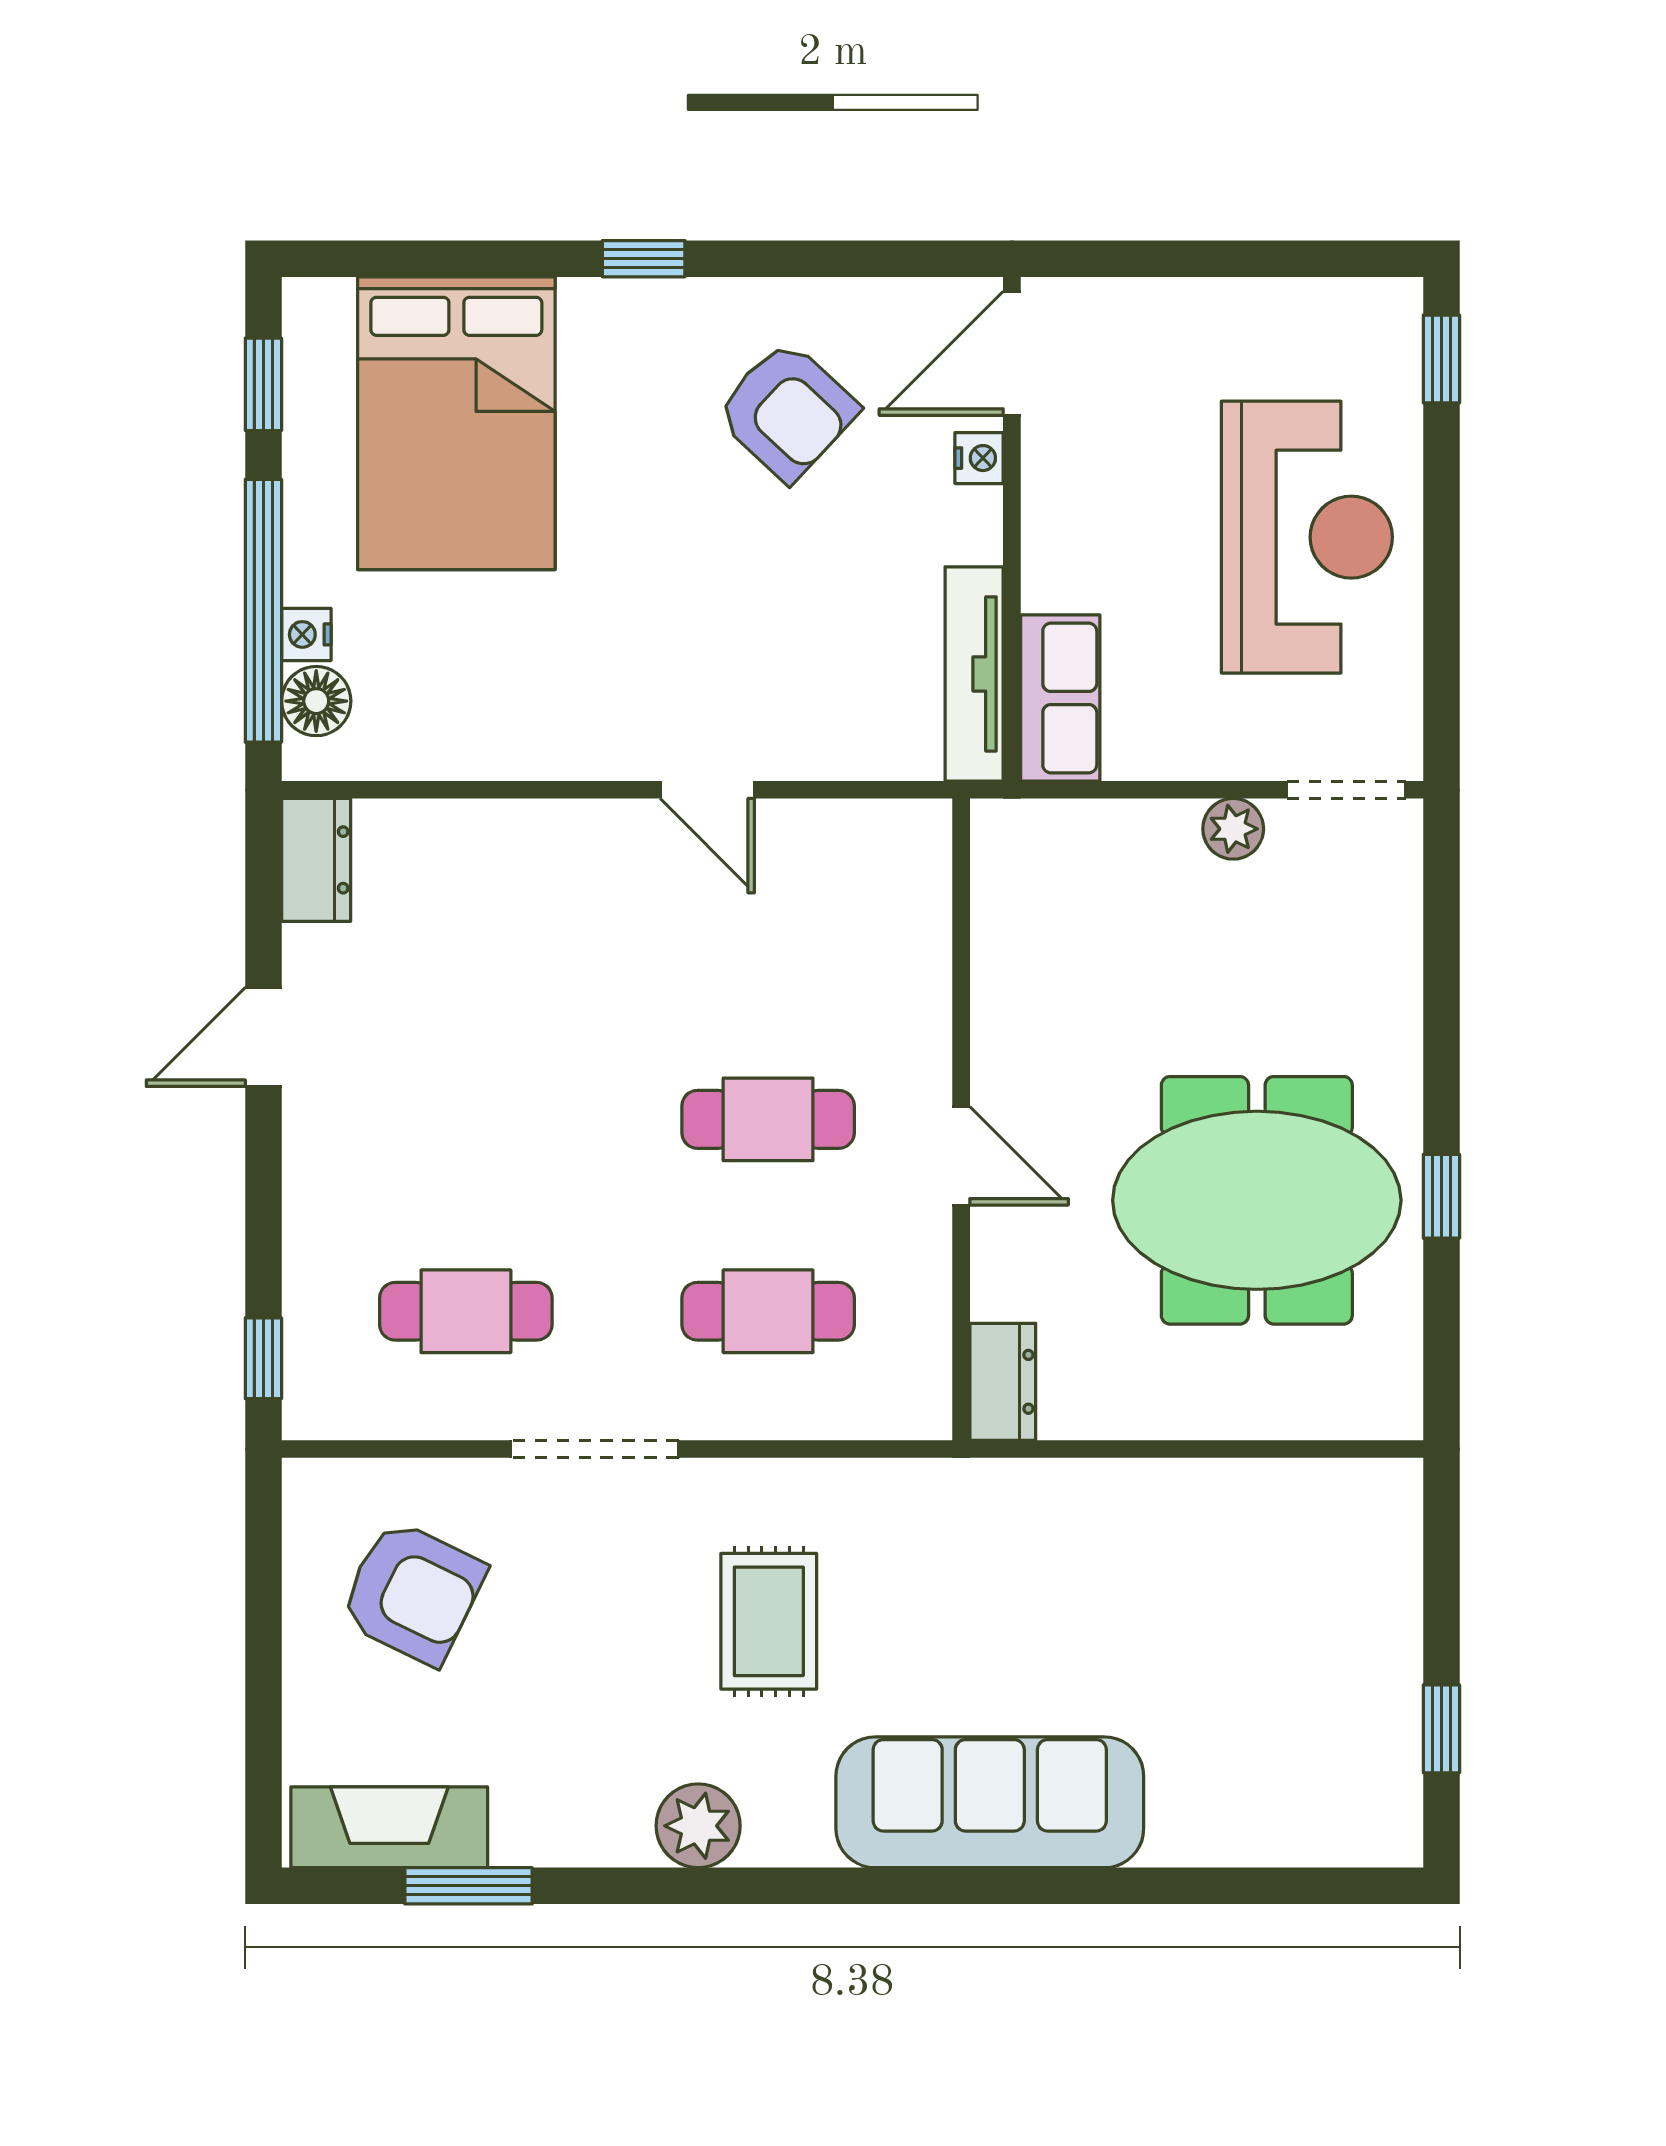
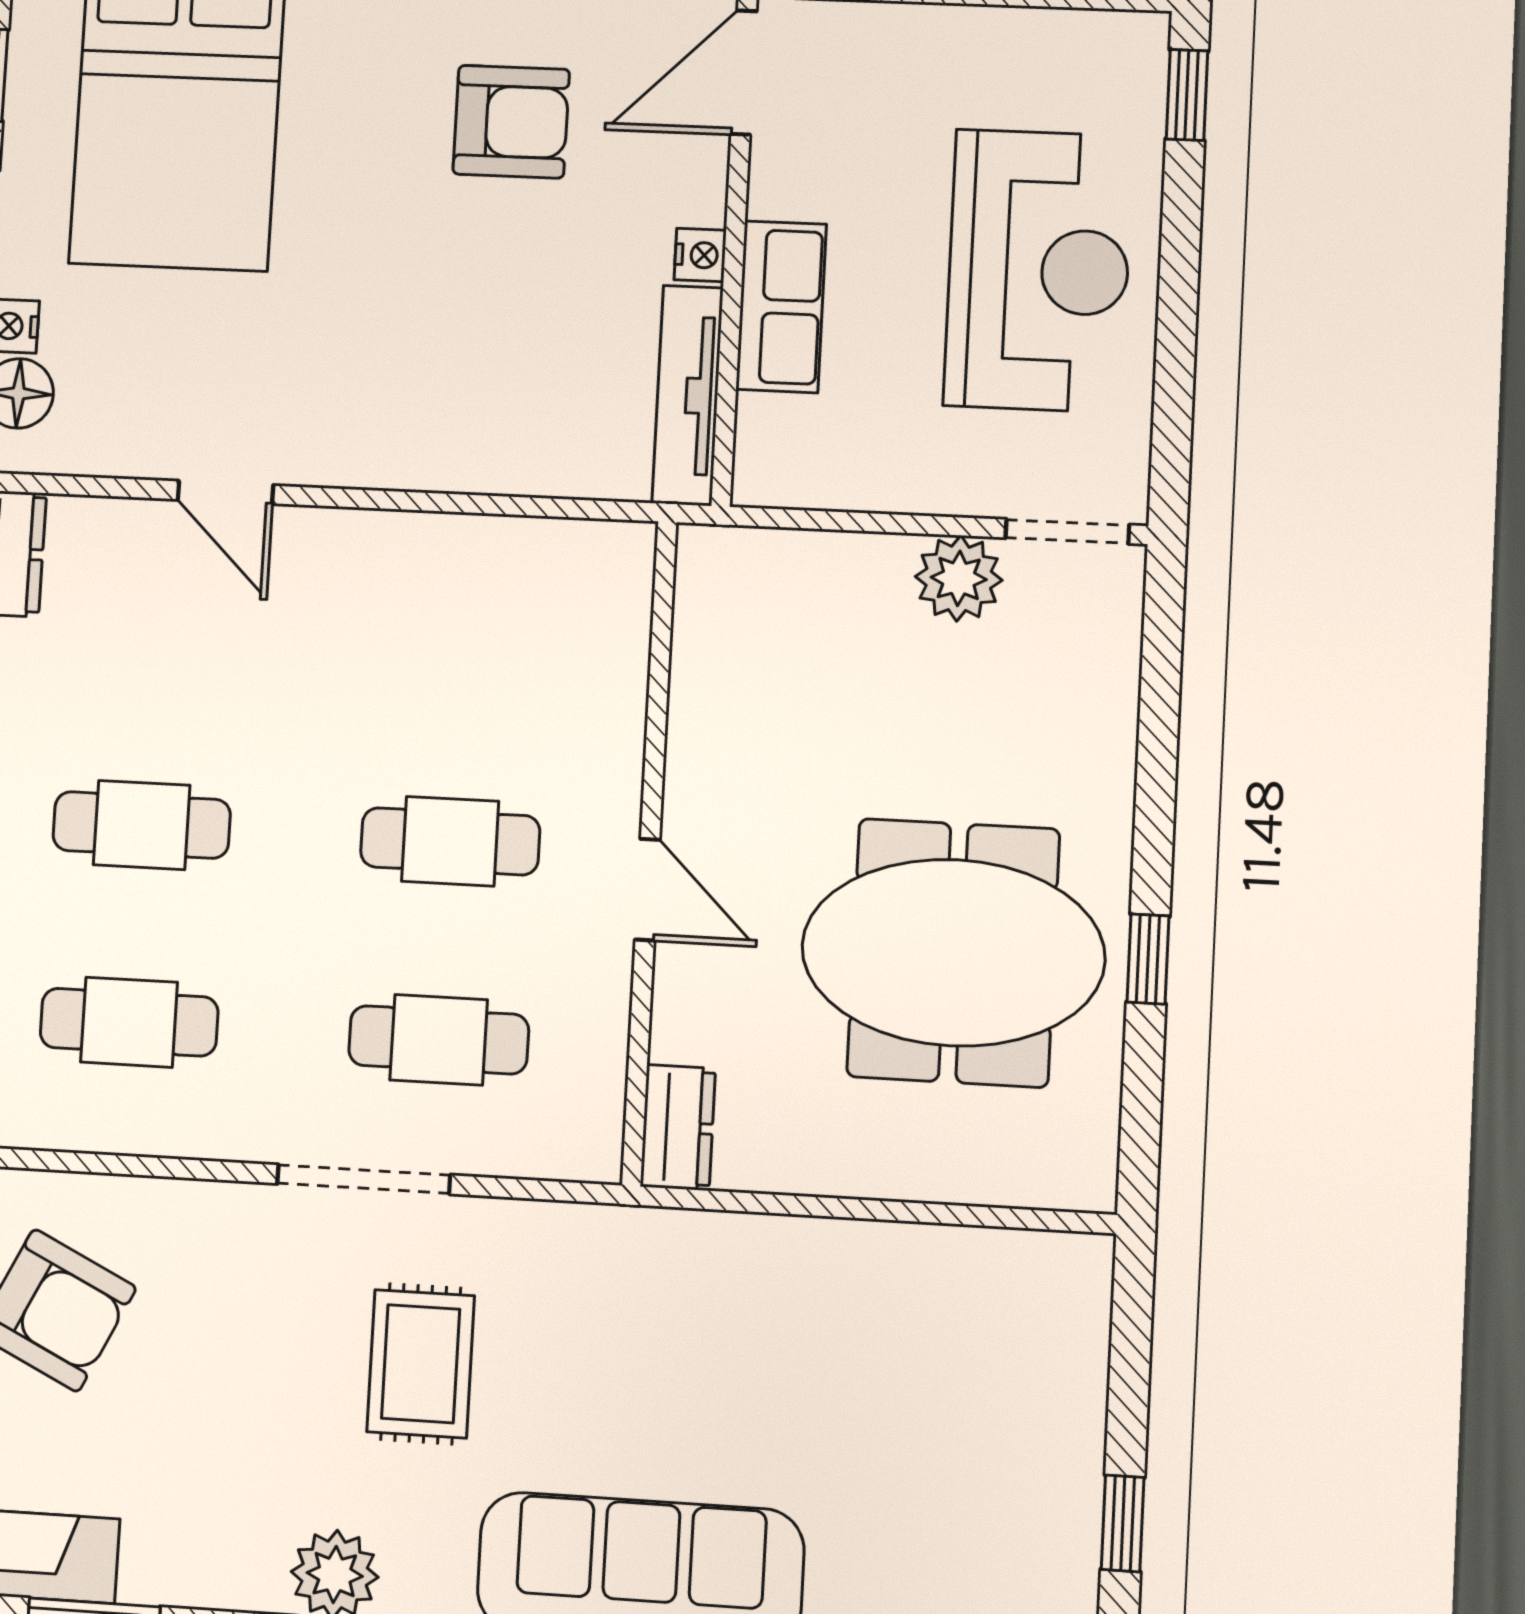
armchair: (787, 411) -> (511, 122), turned -43
nightstand: (979, 458) -> (700, 255), moved
row of seats: (1060, 698) -> (781, 307), moved
door: (707, 790) -> (225, 492), moved
plant: (1233, 829) -> (959, 578), width x1.38, depth x1.38
cafe table: (466, 1119) -> (142, 825), added
doorway: (595, 1449) -> (364, 1179), moved

